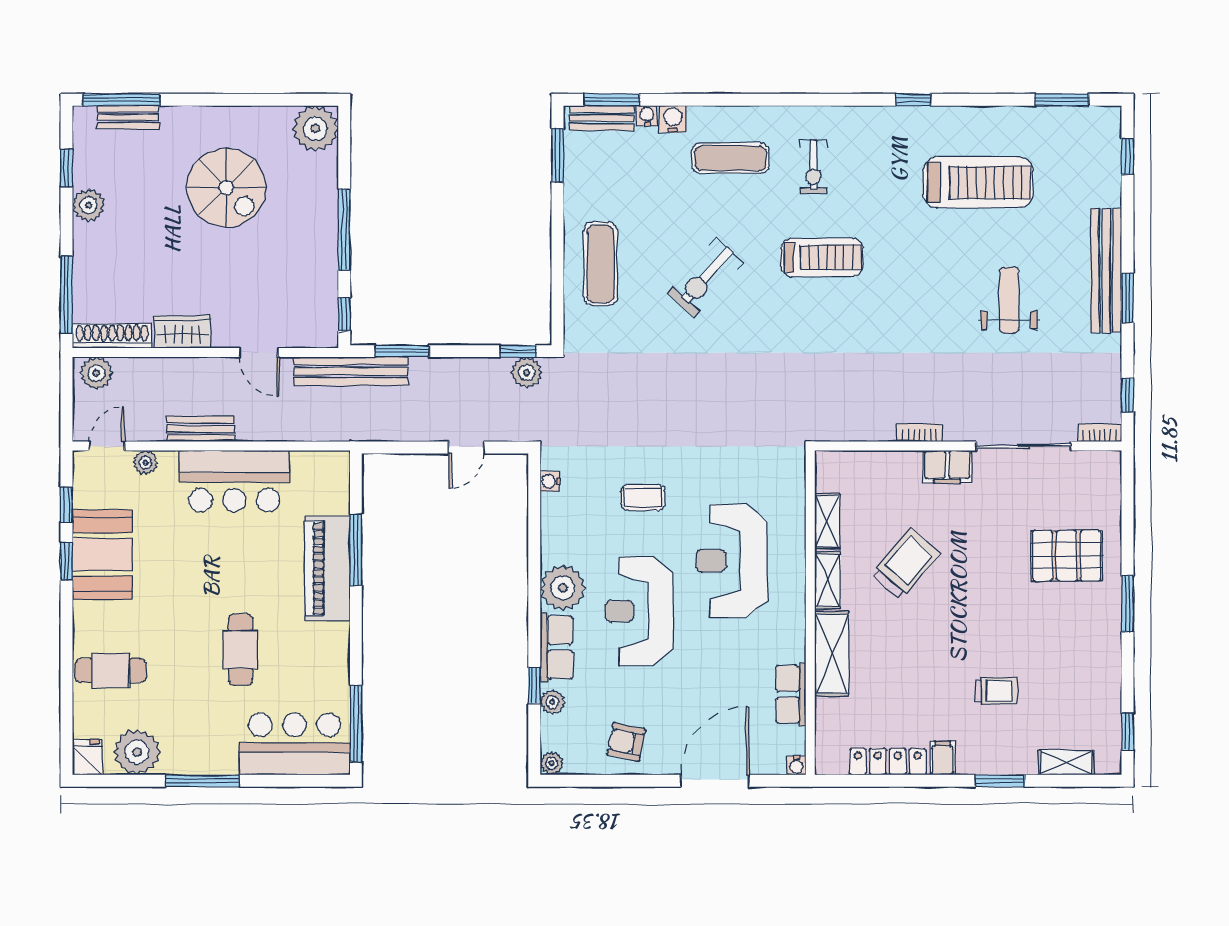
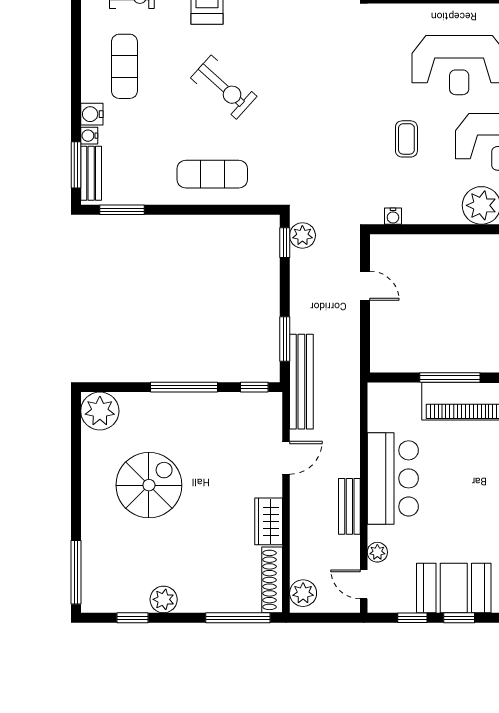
bench: (128, 117) -> (91, 567), removed

